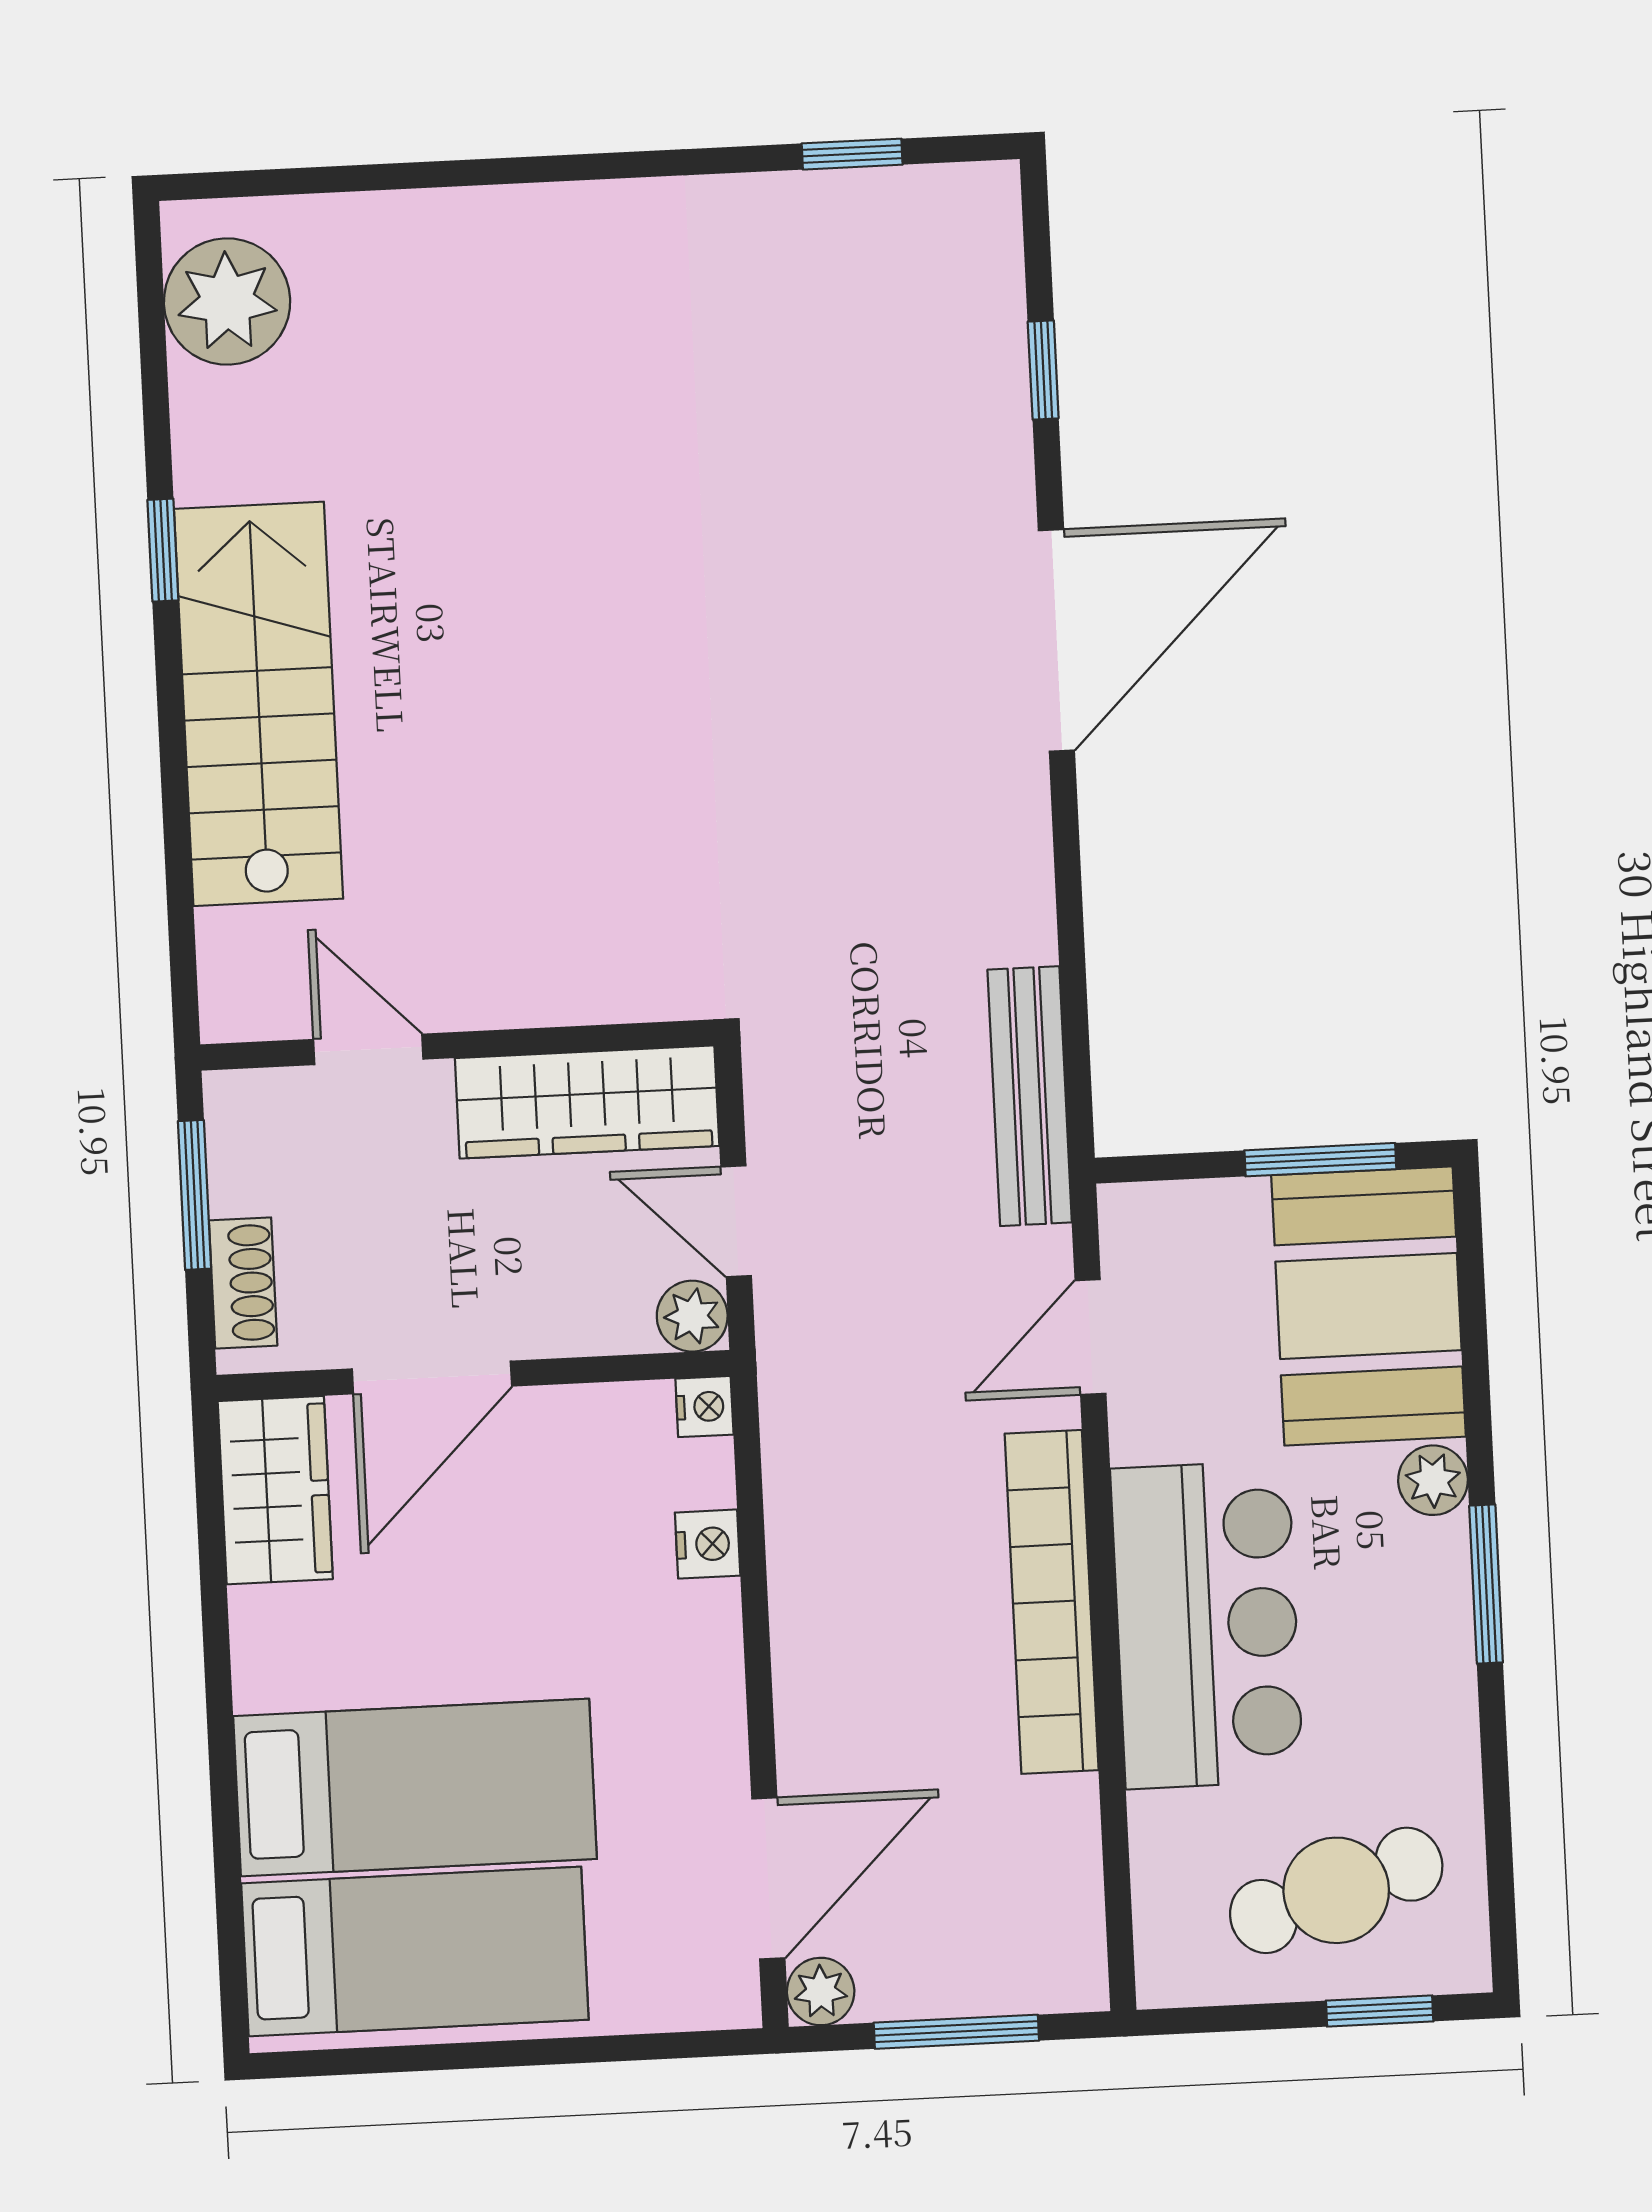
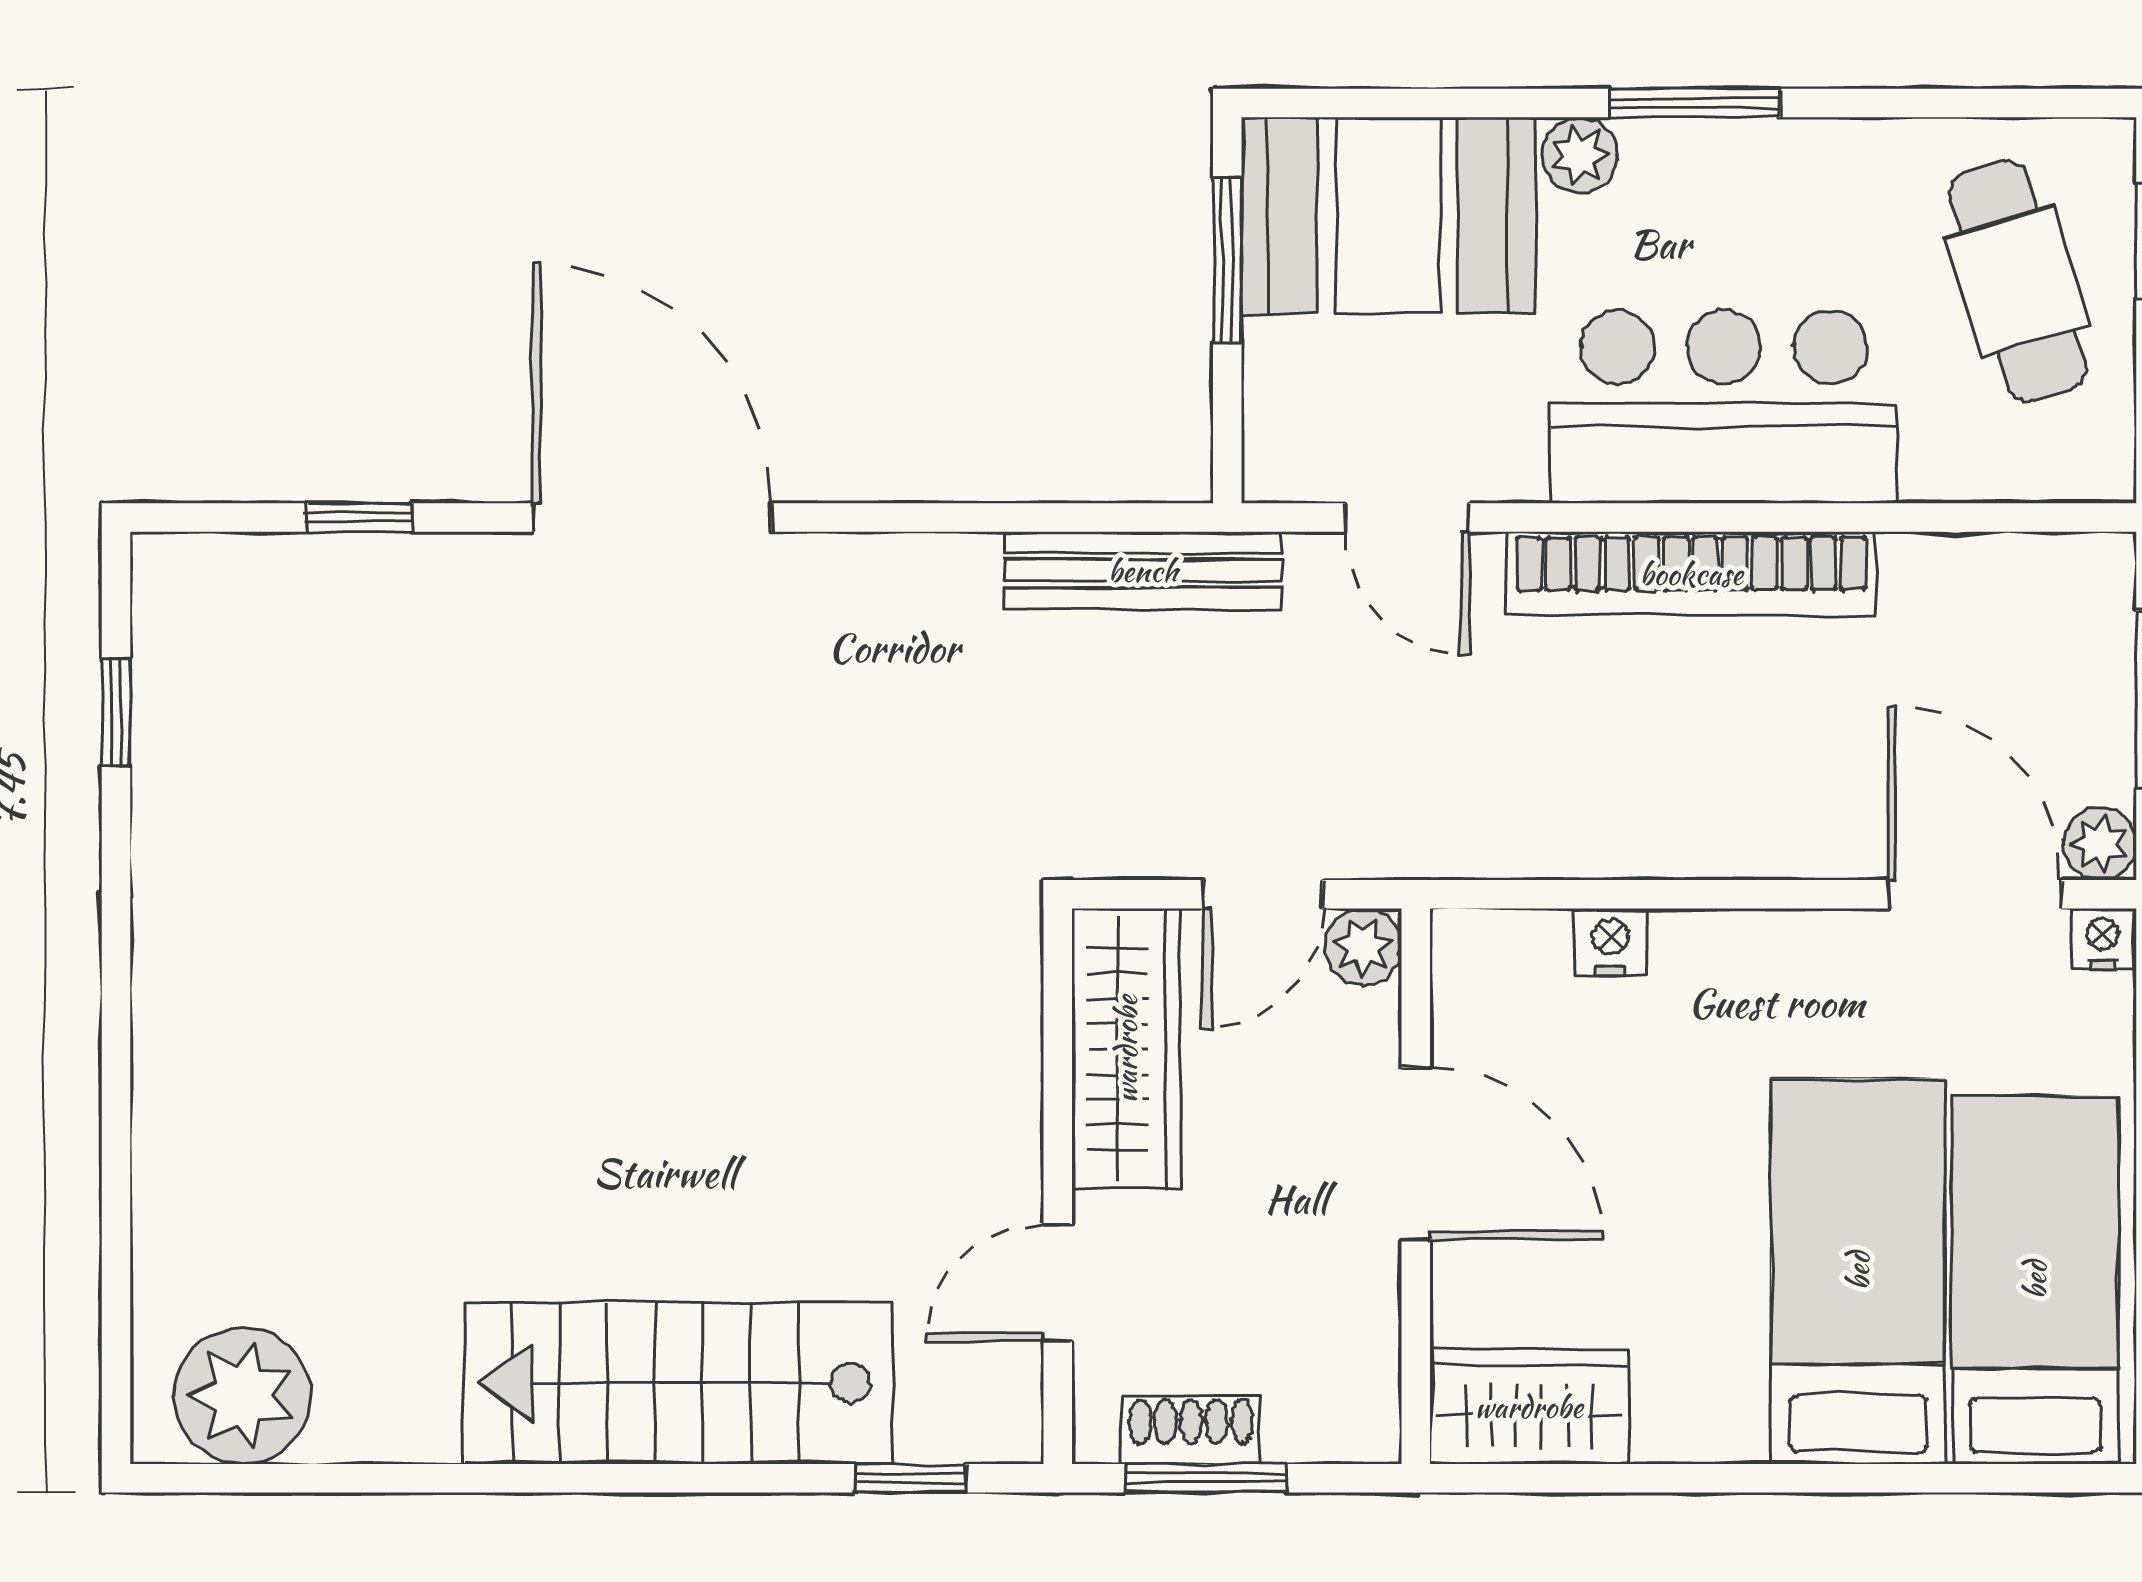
window: (163, 550) -> (910, 1478), moved
shoe rack: (243, 1283) -> (1191, 1430), moved
door: (432, 1377) -> (1416, 1153), moved
nightstand: (704, 1407) -> (2103, 938), moved

